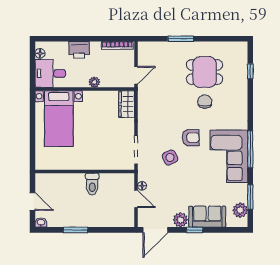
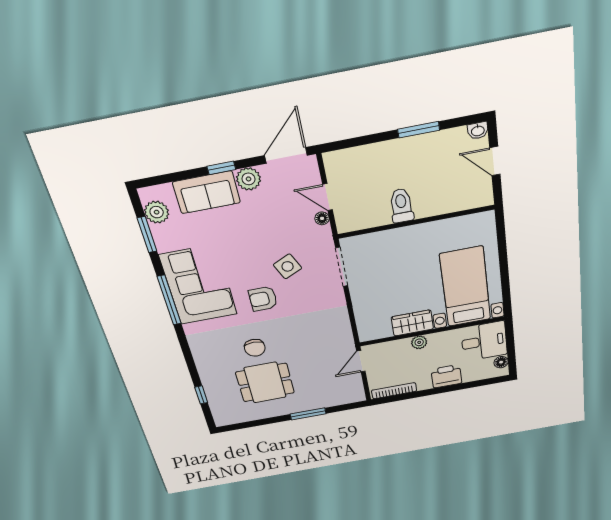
wardrobe: (127, 104) -> (412, 323), moved, turned -90

